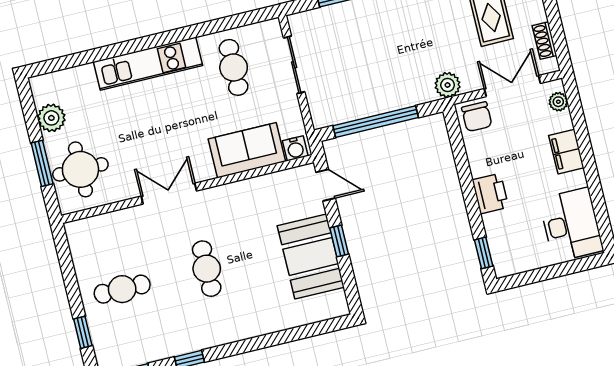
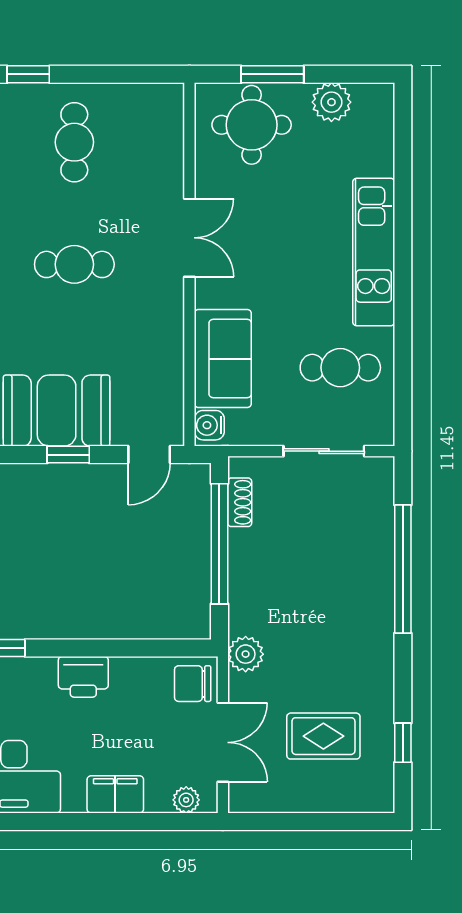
shoe rack: (544, 41) -> (240, 502), moved, turned 90

